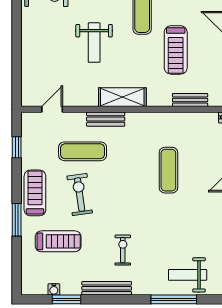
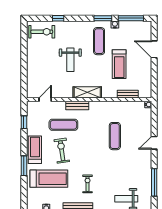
treadmill: (58, 241) -> (49, 179), width x1.37, depth x1.38

